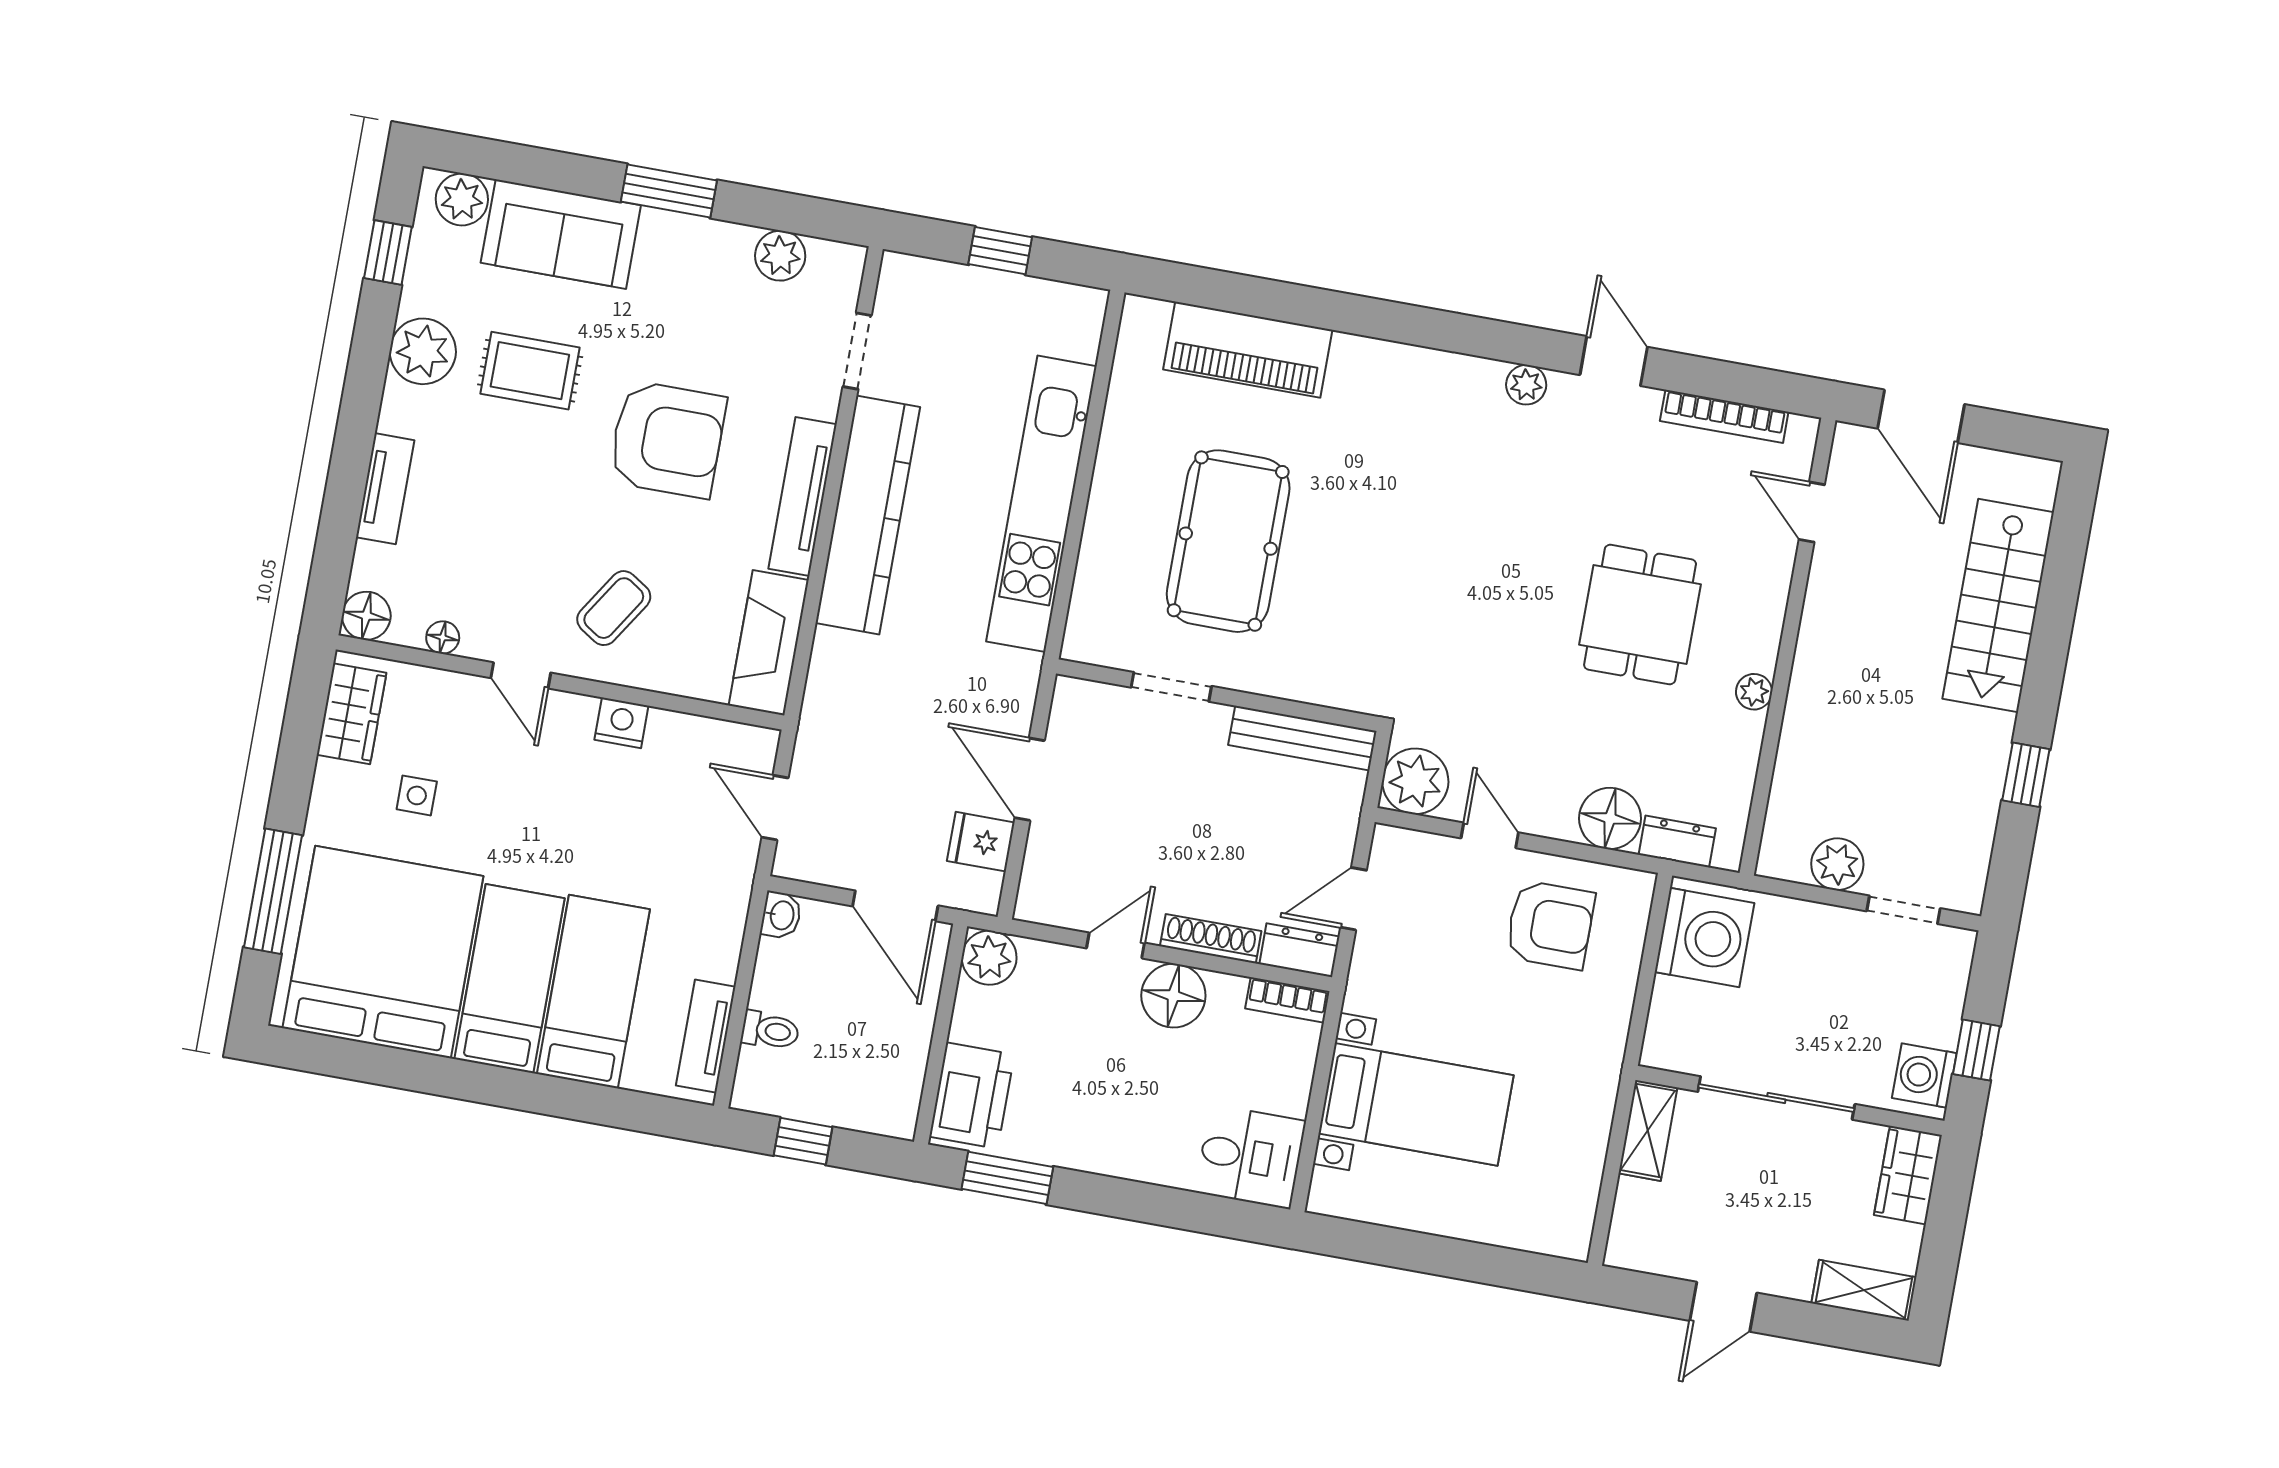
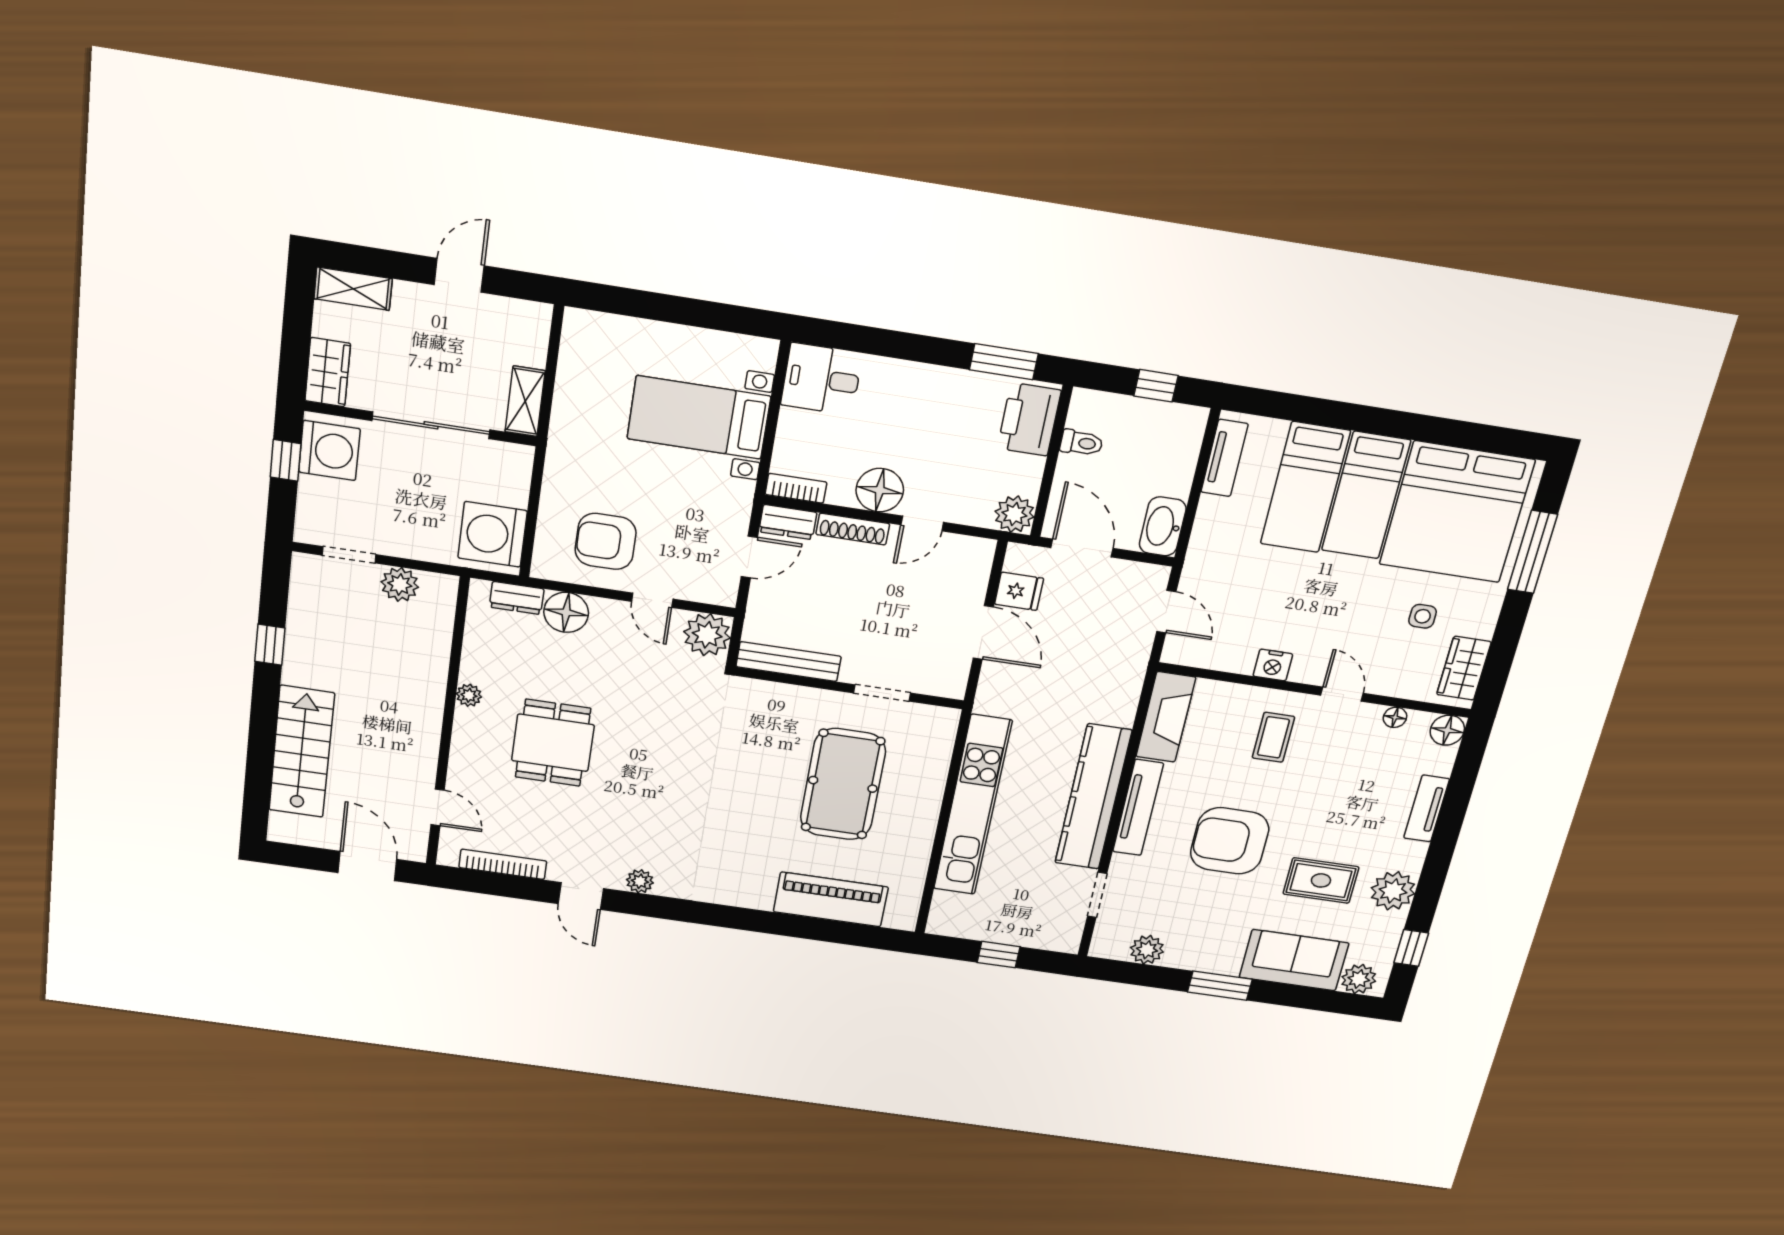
coffee table: (614, 608) -> (1273, 737), turned -33
washbasin: (781, 915) -> (1163, 526), width x1.91, depth x1.45
toilet: (770, 1031) -> (1081, 443), moved, turned 180
washing machine: (1924, 1076) -> (329, 451), width x1.37, depth x1.37

